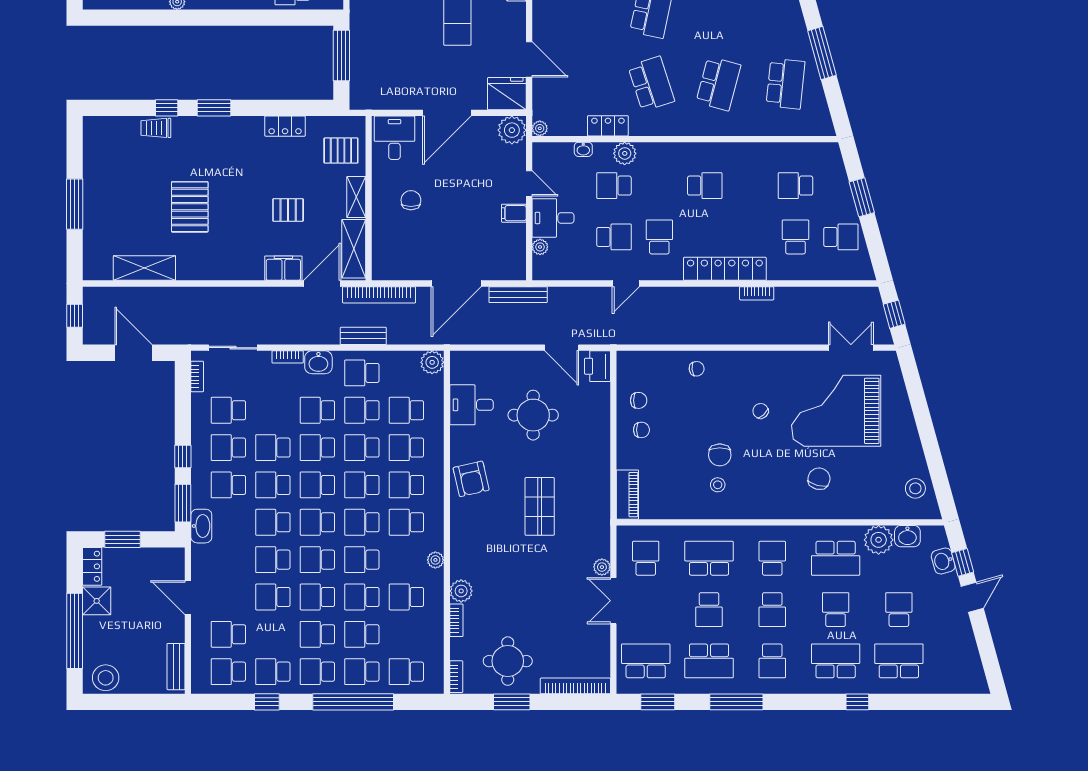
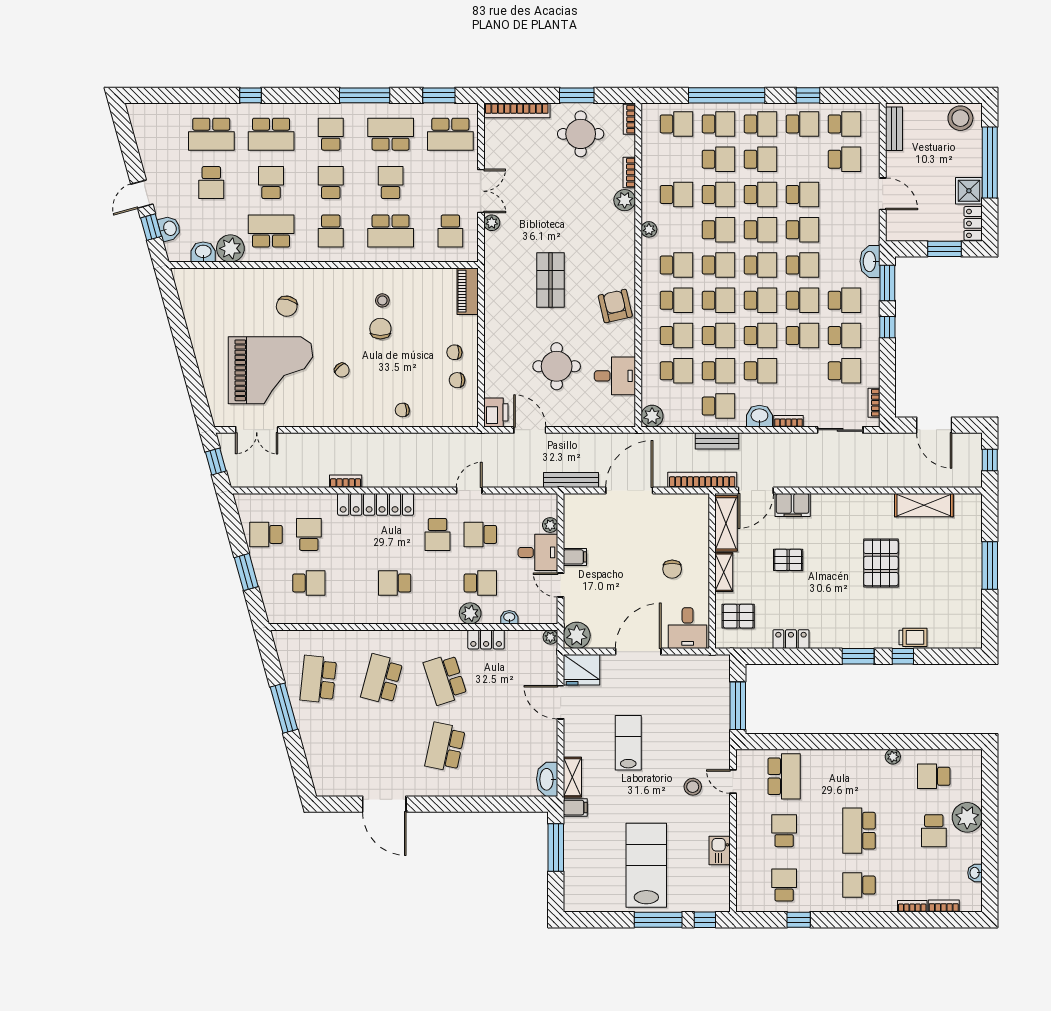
school desk: (796, 237) -> (309, 534), turned 180
stool: (915, 488) -> (196, 297), removed
school desk: (836, 610) -> (271, 183), turned 180

